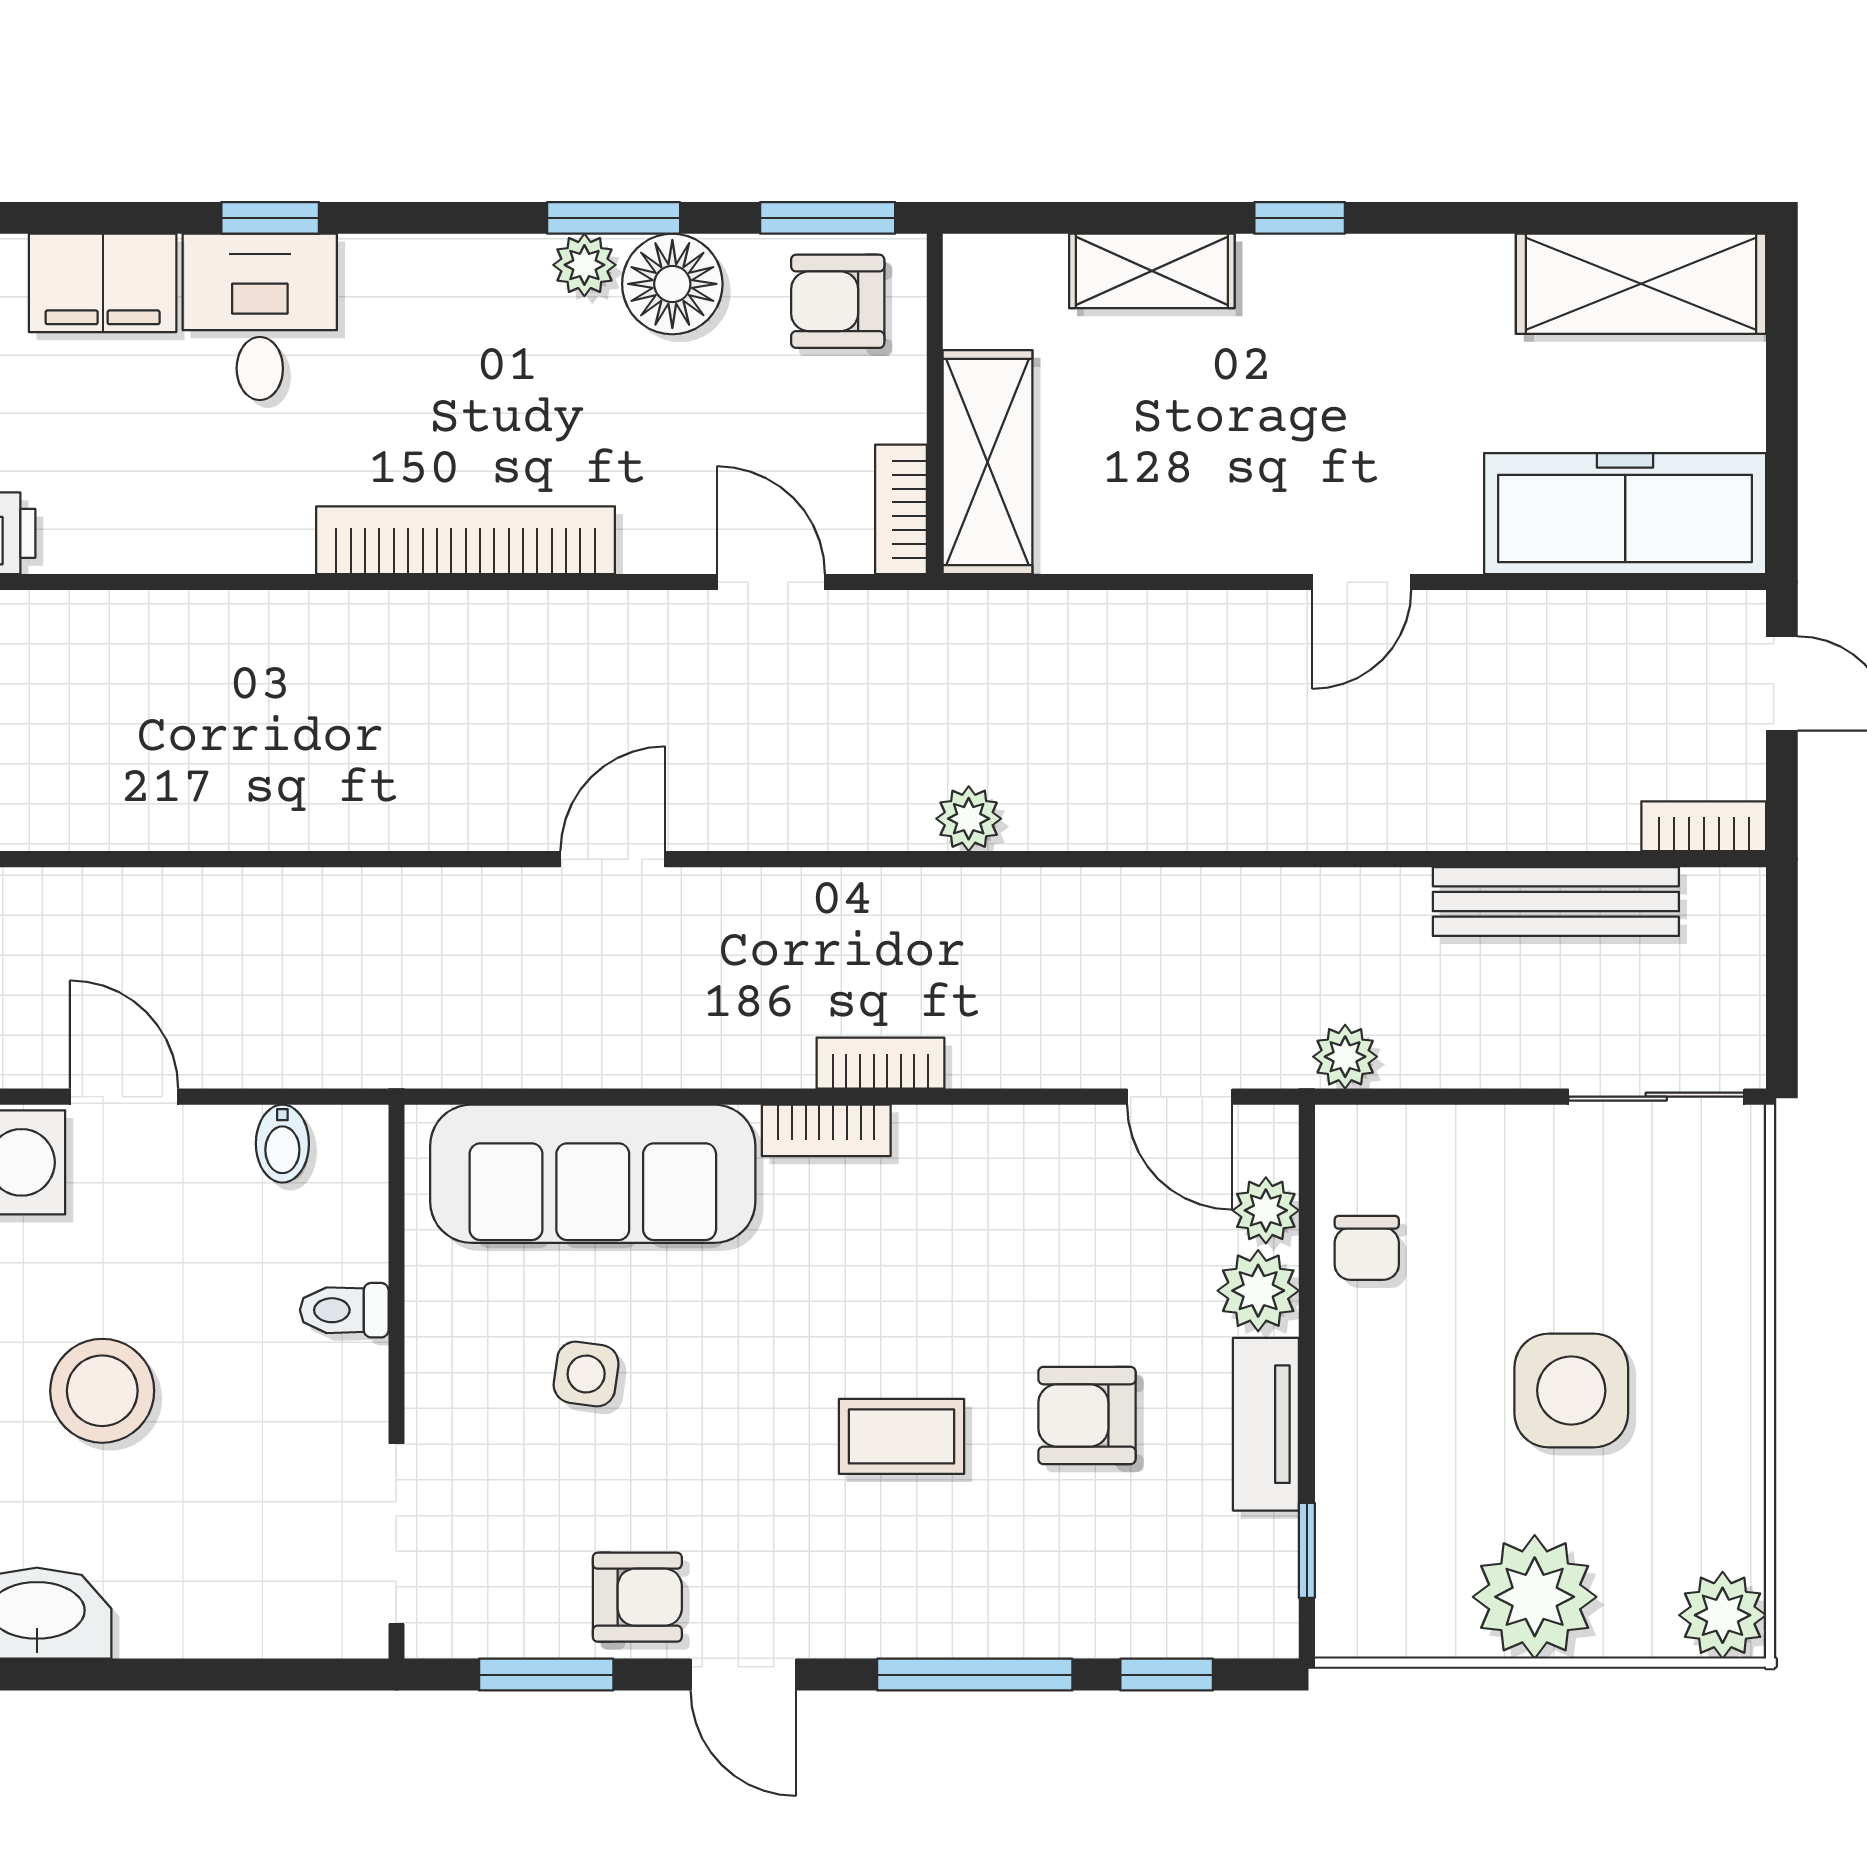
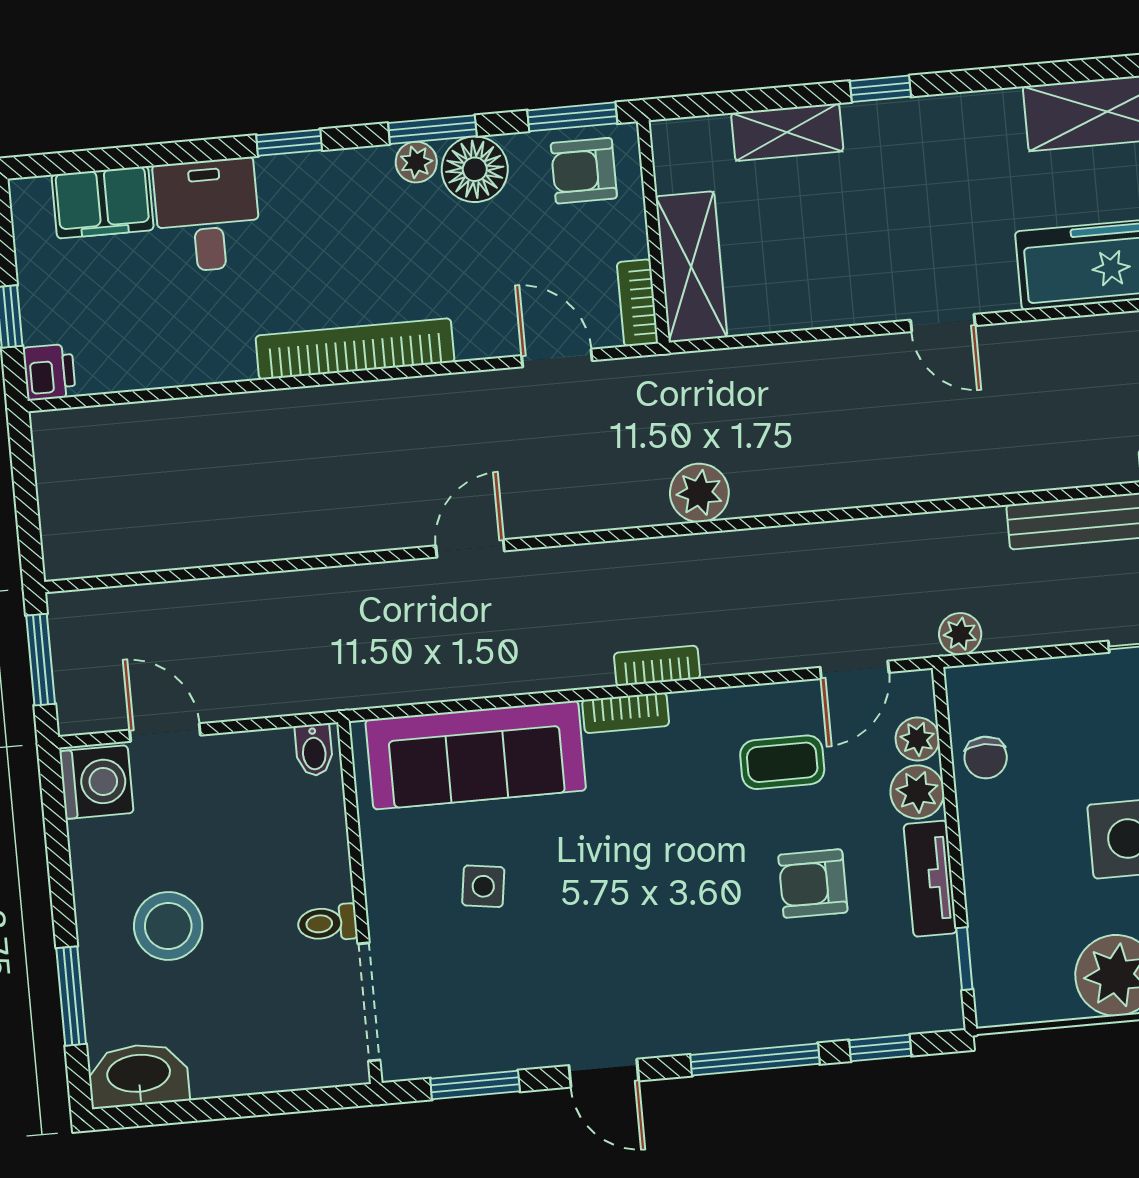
window: (270, 218) -> (289, 143), moved
door: (1362, 582) -> (943, 323), hinge flipped
plant: (969, 819) -> (699, 493), width x1.38, depth x1.38
door: (1180, 1097) -> (854, 670), hinge flipped
bidet: (282, 1144) -> (314, 750), moved
toilet: (344, 1310) -> (327, 923), moved
coffee table: (902, 1436) -> (782, 762), moved
armchair: (637, 1597) -> (530, 1029), removed

